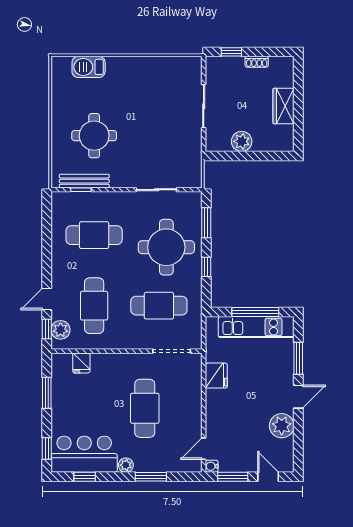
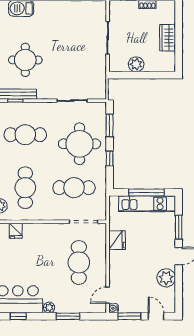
cafe table: (145, 408) -> (79, 262), moved

